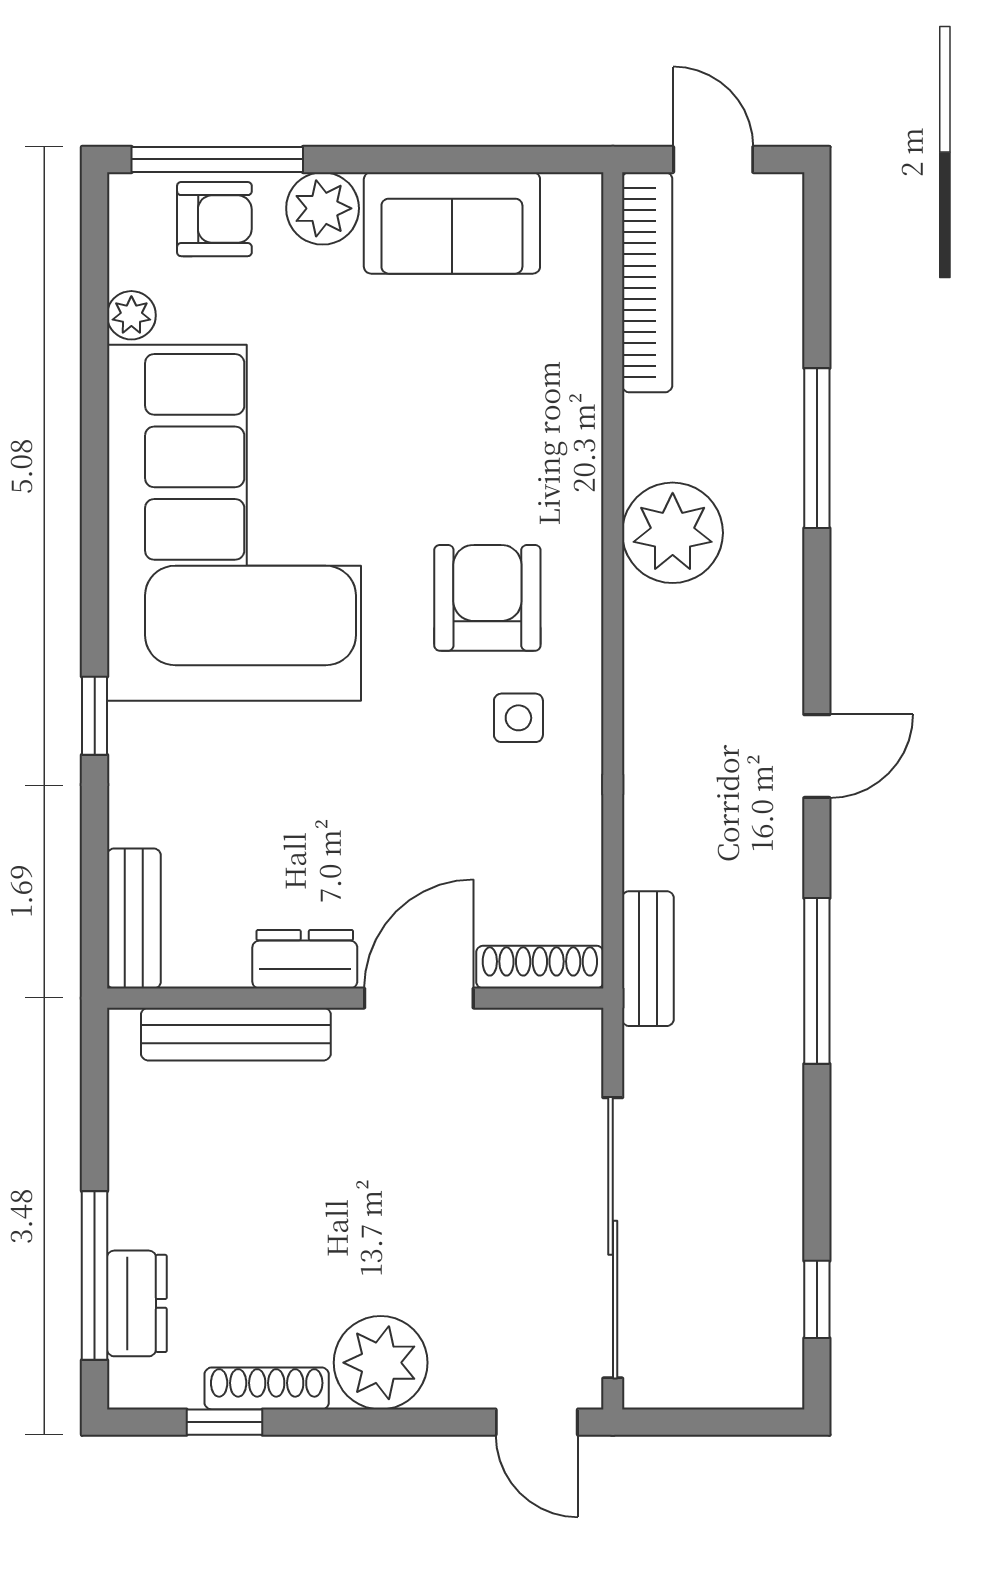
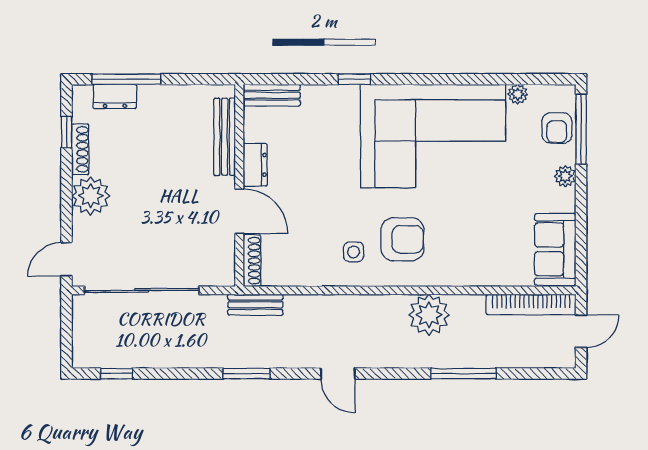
plant: (323, 208) -> (565, 176), width x0.73, depth x0.73
sofa: (452, 223) -> (555, 249), moved
window: (817, 981) -> (246, 374), width x0.69

